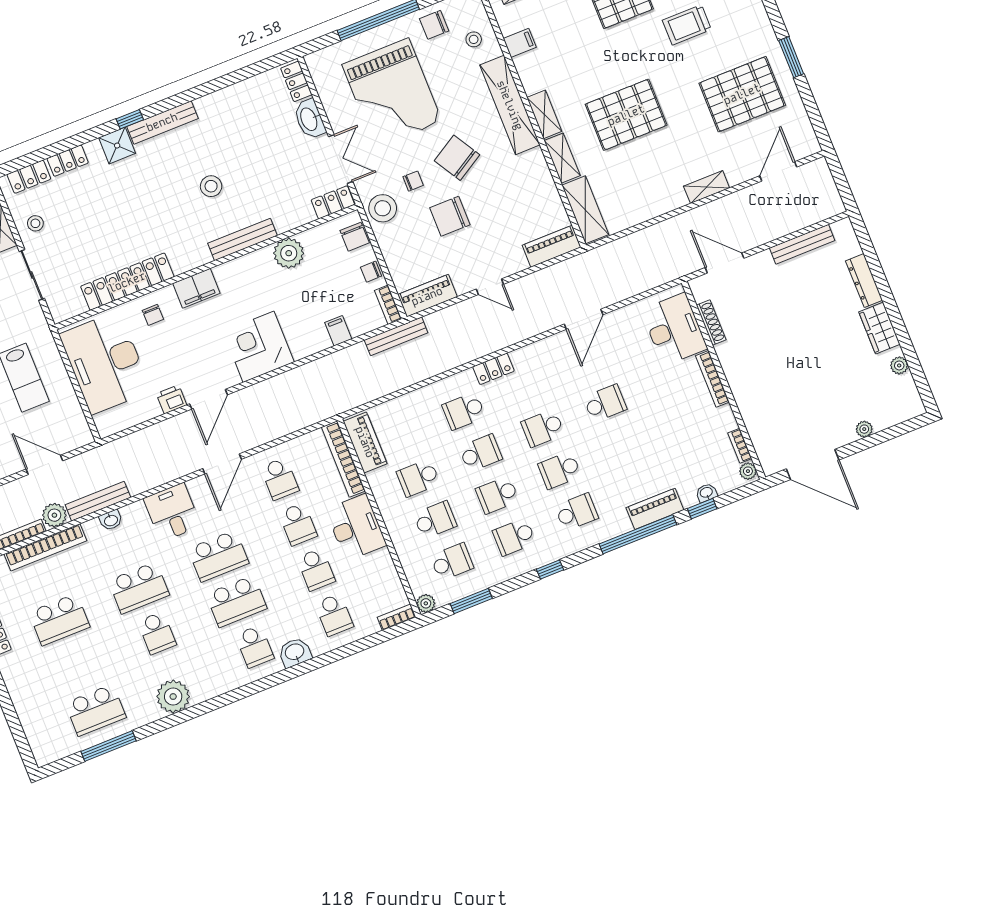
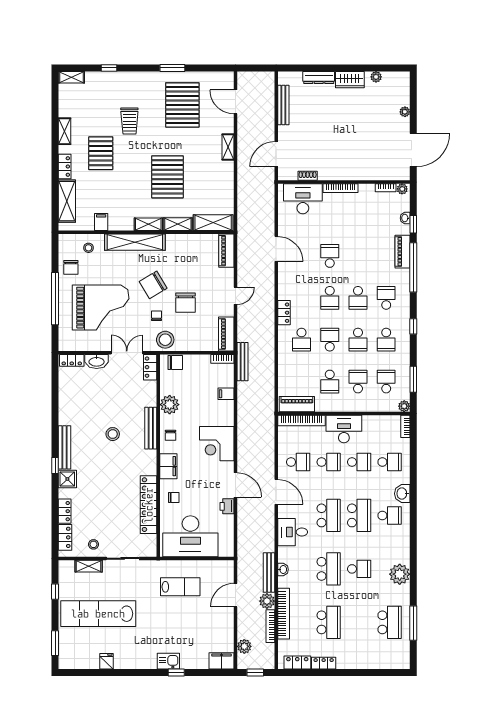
chair: (371, 272) -> (170, 435), moved
shoe rack: (711, 323) -> (308, 176), width x0.70

